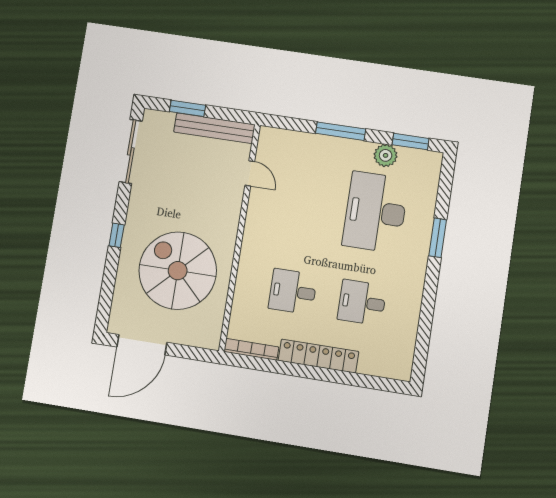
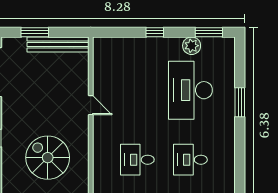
window: (341, 131) -> (155, 32), width x0.46
door: (250, 173) -> (91, 105), moved
spiral stairs: (178, 271) -> (48, 158), width x0.73, depth x0.73

